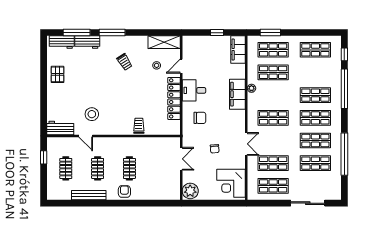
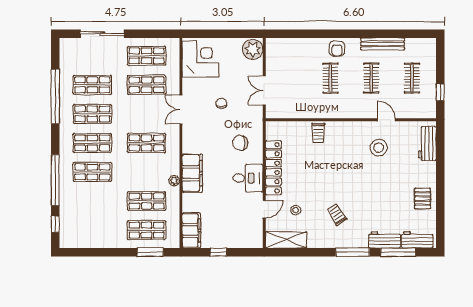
shop shelf: (315, 50) -> (92, 230), removed
workbench: (60, 128) -> (427, 144), moved, turned 90

